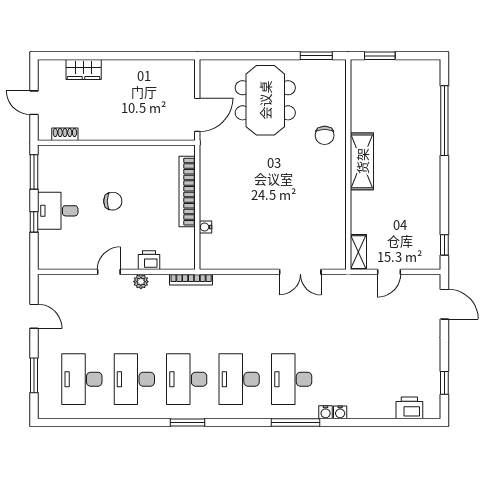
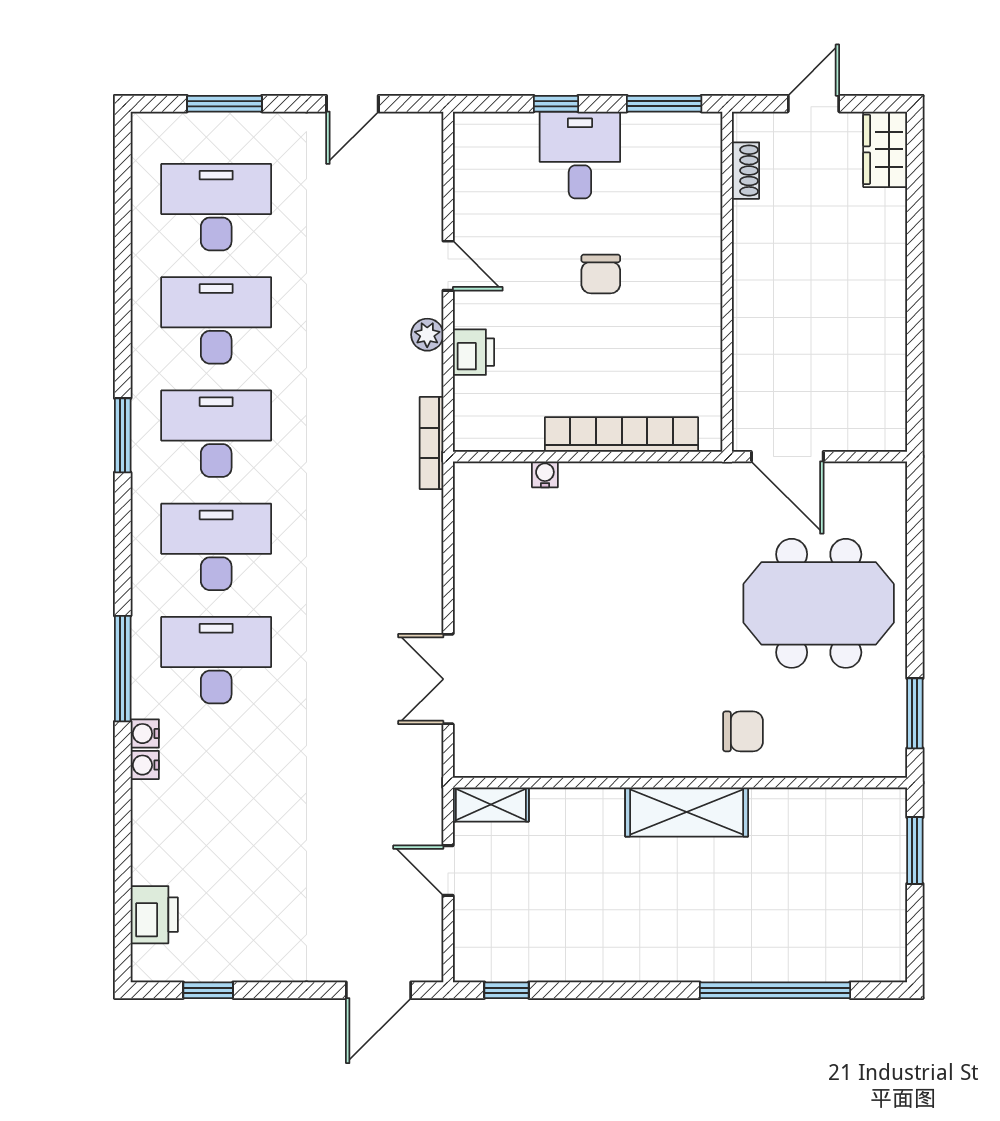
wardrobe: (84, 70) -> (885, 149), moved
chair: (325, 135) -> (743, 731), turned 180

